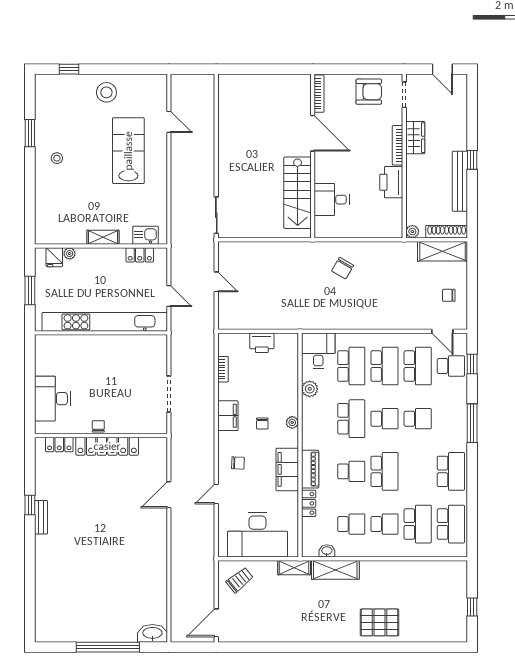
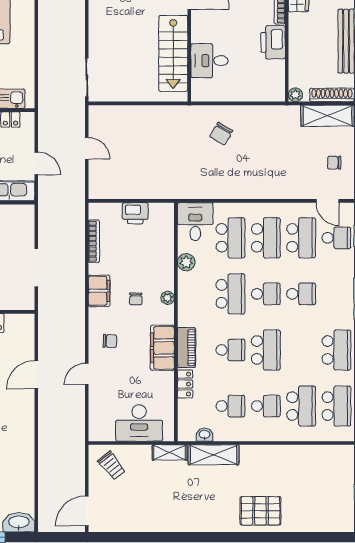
bookcase: (223, 369) -> (94, 241), width x1.56
desk: (257, 535) -> (139, 423), width x0.73, depth x0.77
trolley: (240, 580) -> (112, 466), turned 90

